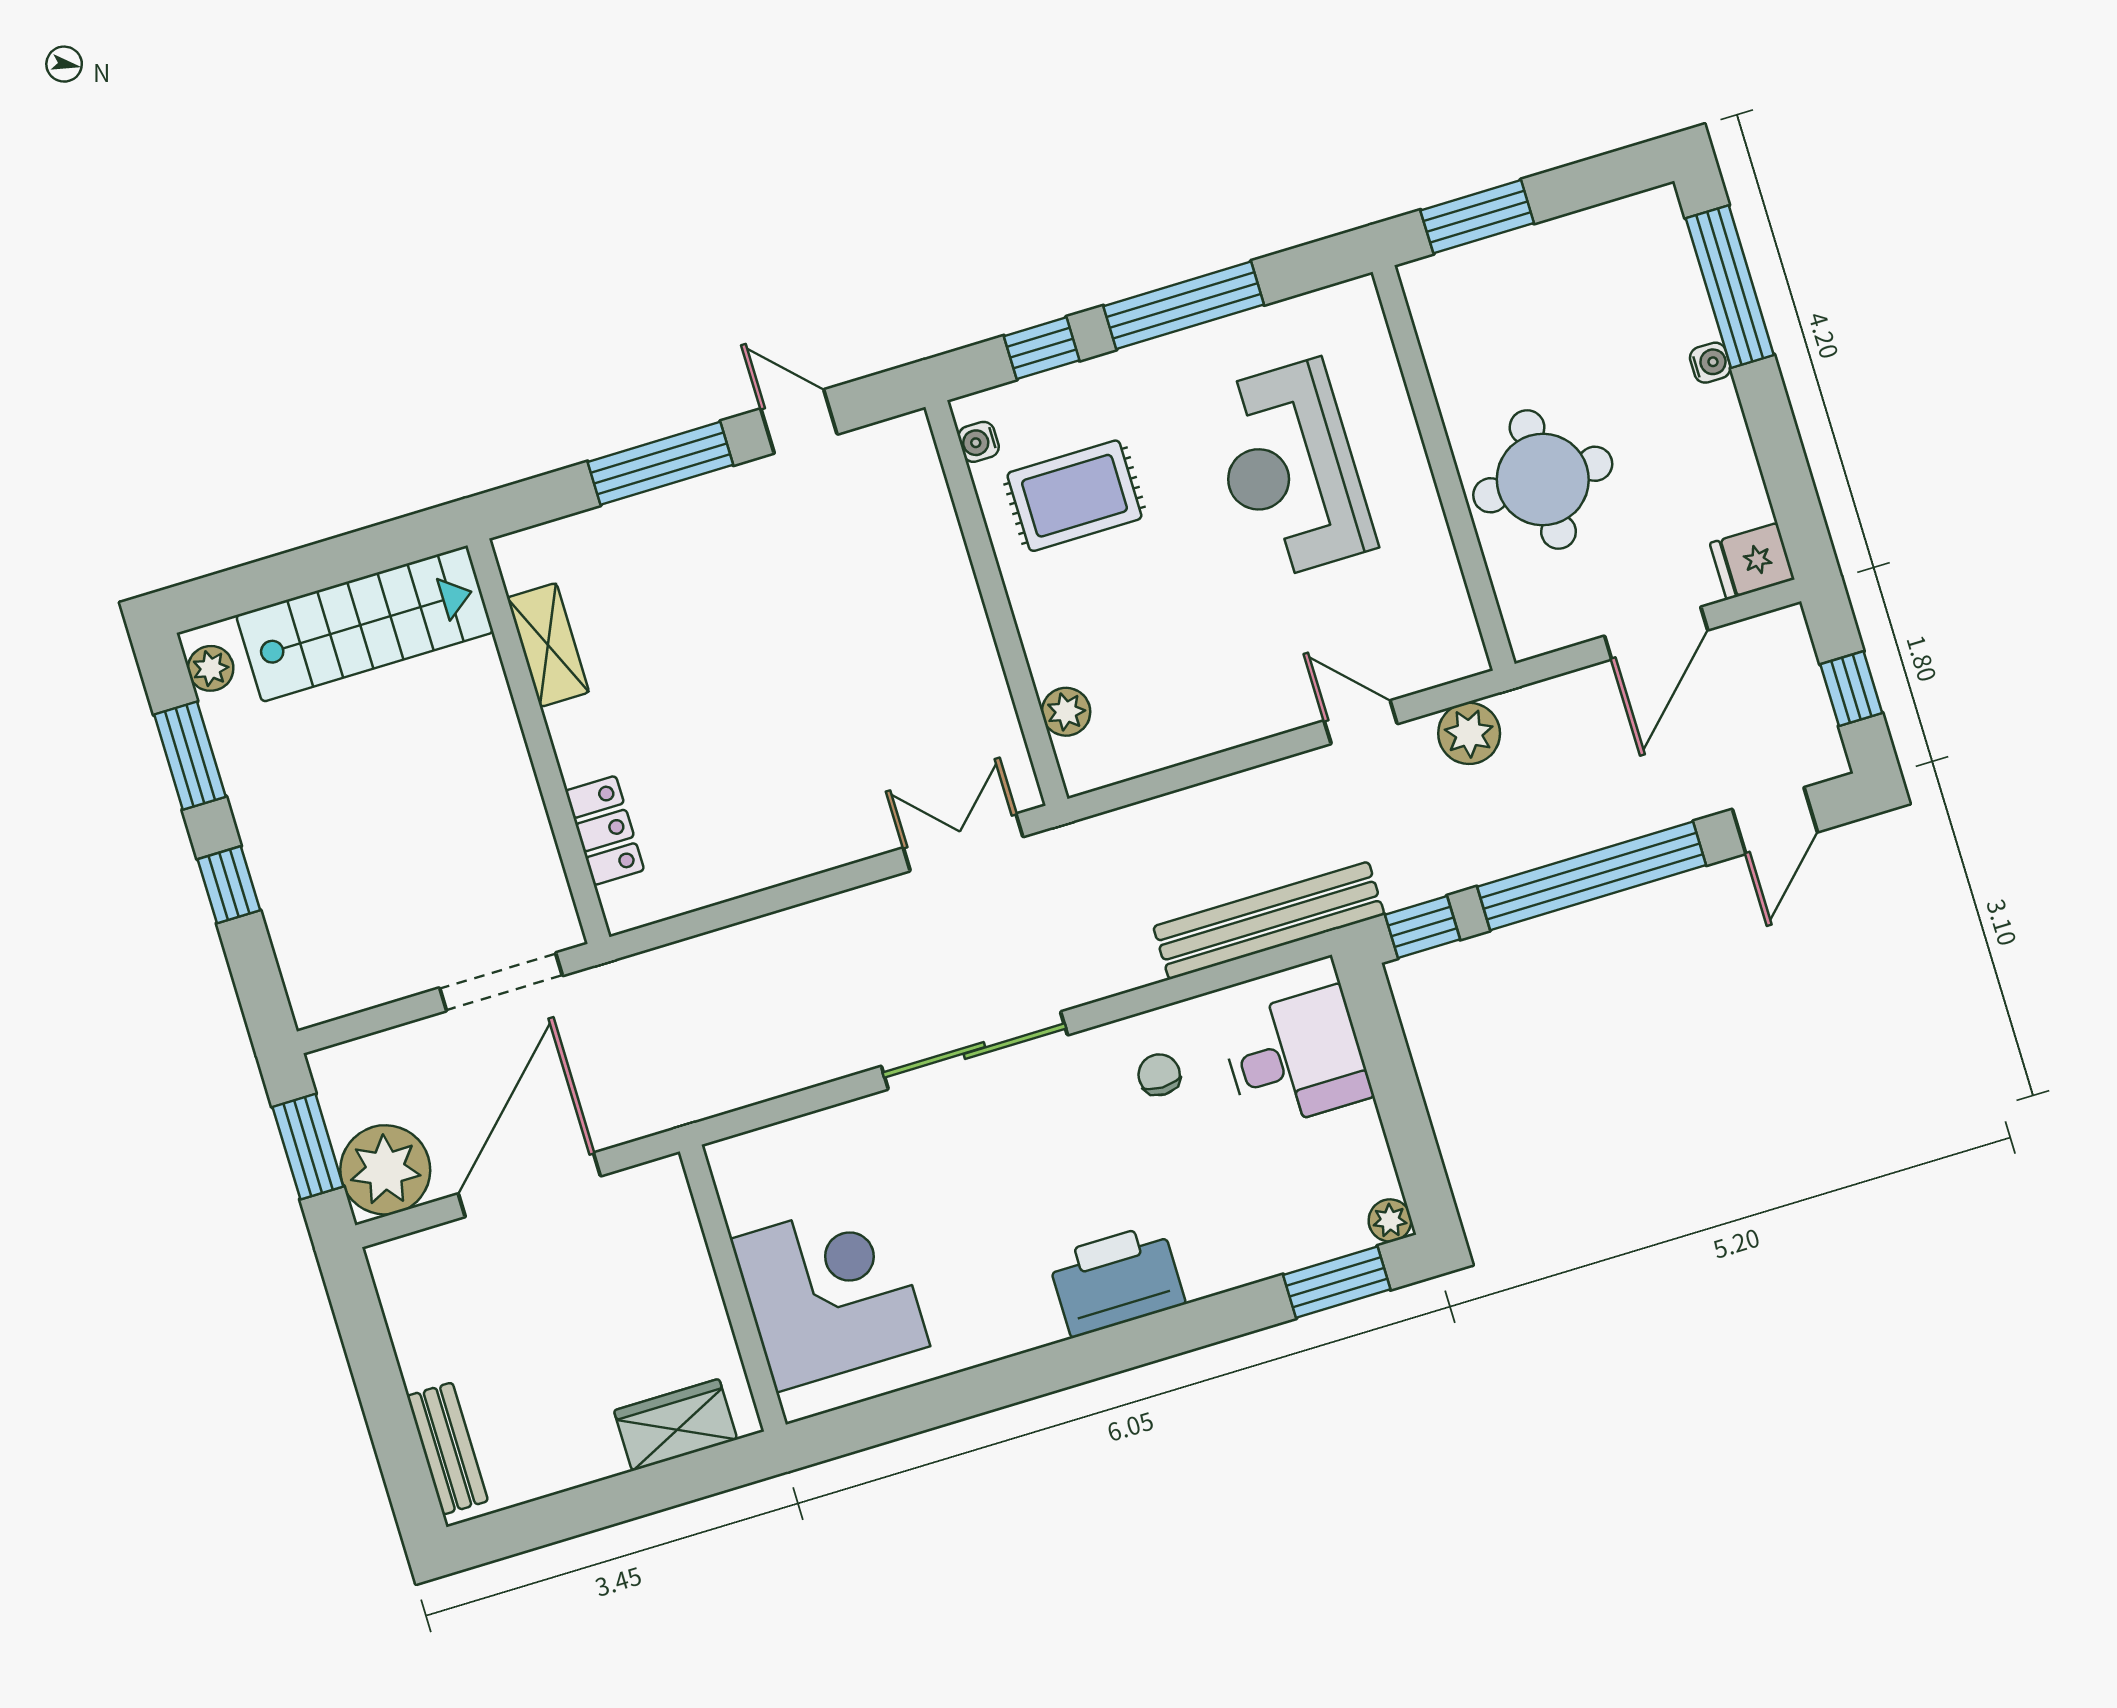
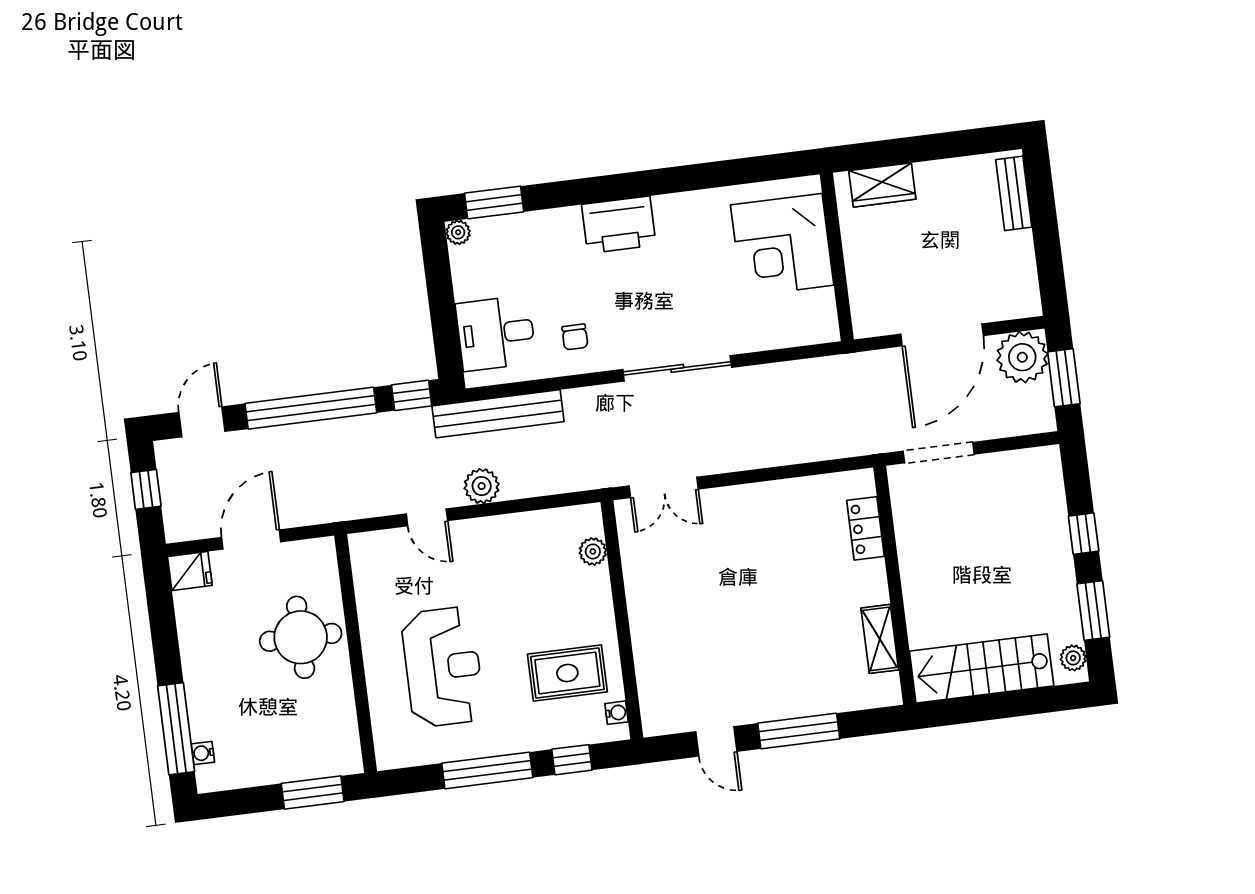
water cooler: (1710, 363) -> (203, 753), moved
plant: (1469, 733) -> (482, 486), moved

